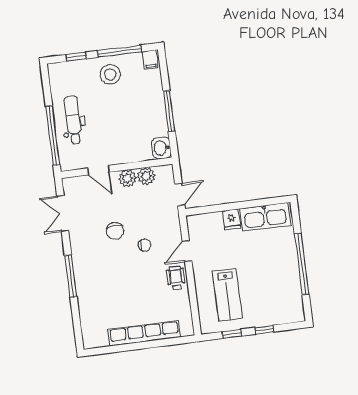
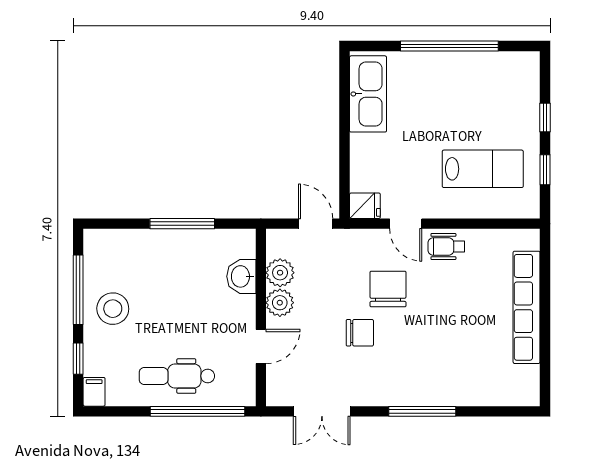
filing cabinet: (150, 60) -> (94, 392), moved, turned -90
washbasin: (161, 148) -> (241, 276), moved, turned 90
fridge: (232, 219) -> (365, 206), moved
chair: (145, 245) -> (388, 289), width x1.87, depth x1.87

